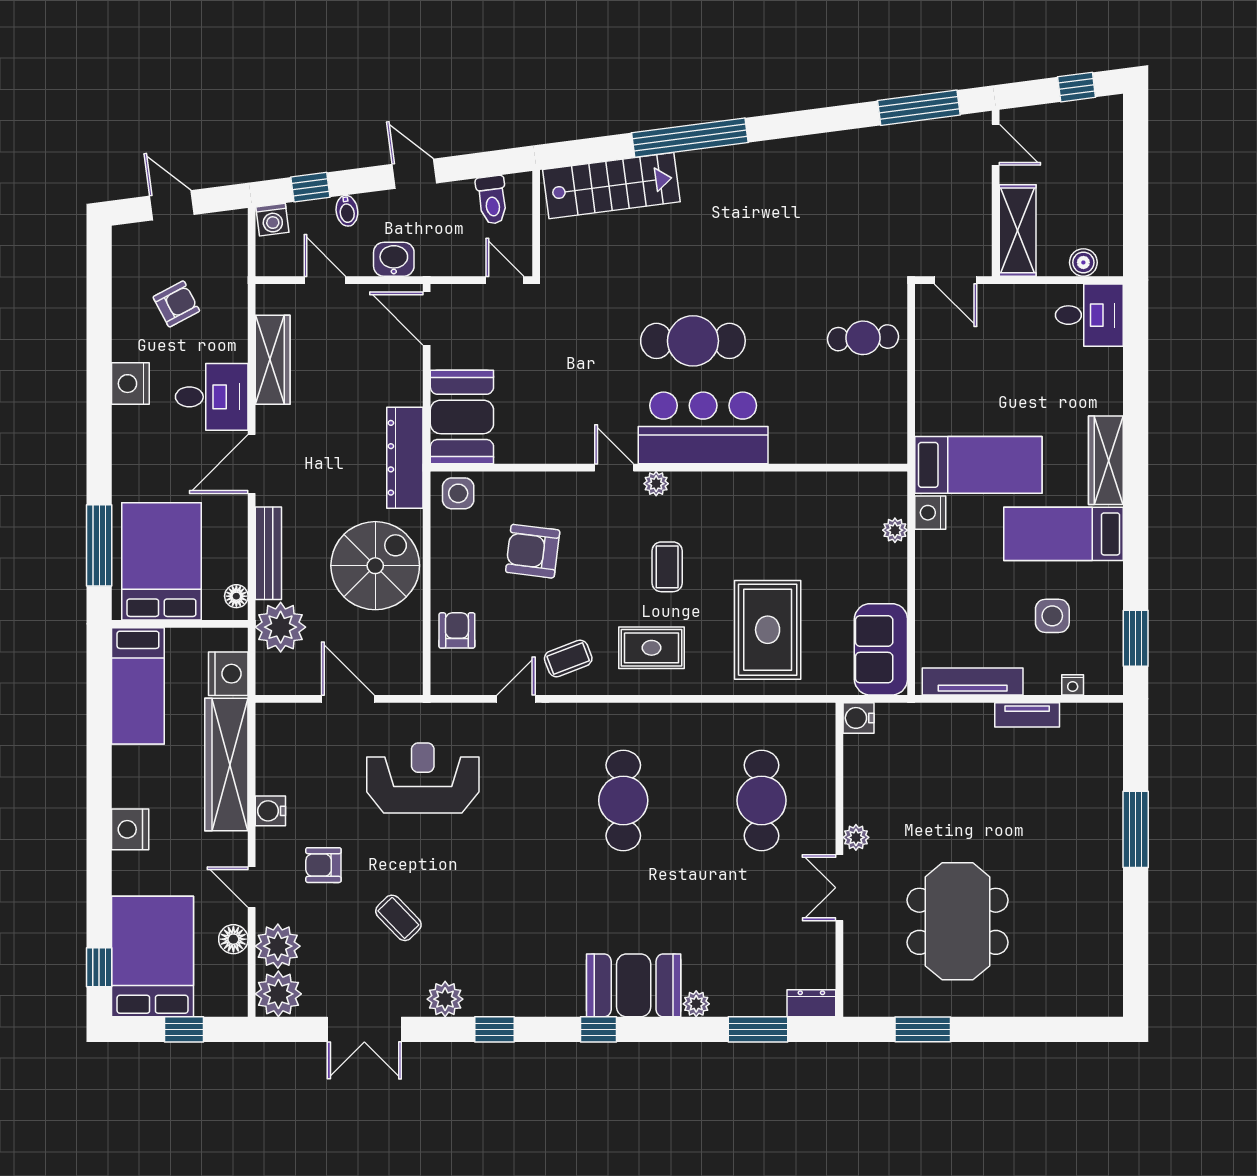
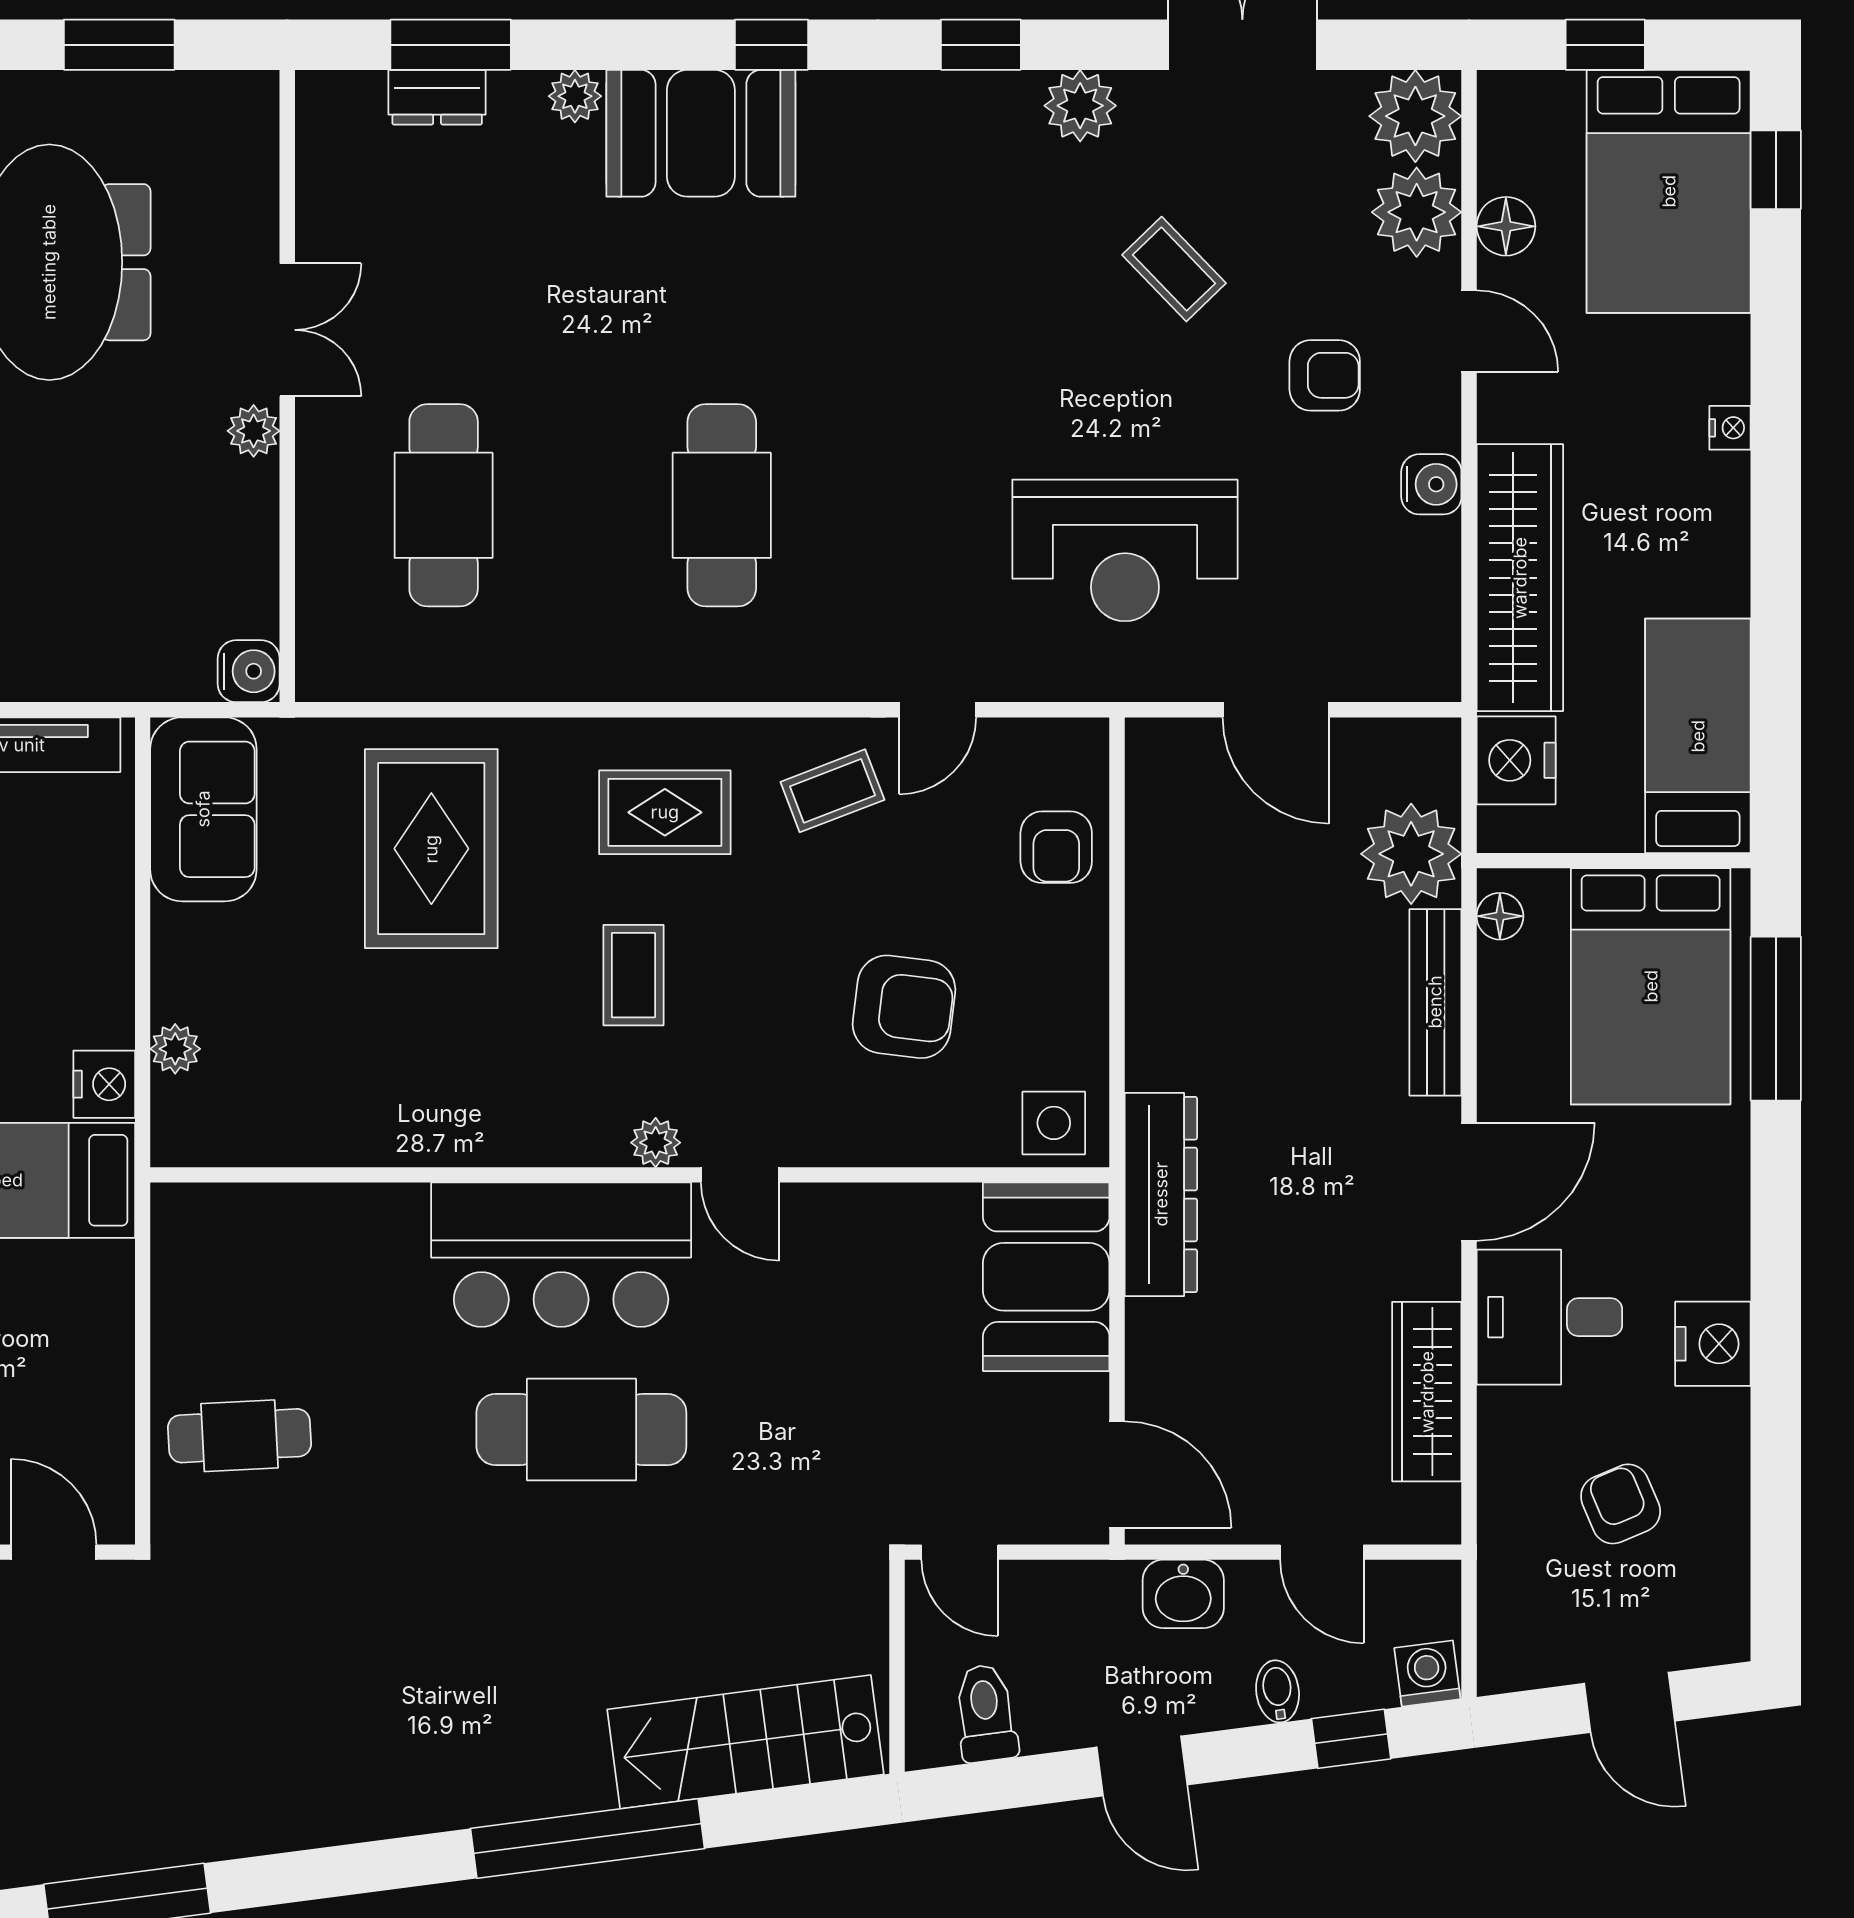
armchair: (176, 304) -> (1621, 1504), turned 95
spiral stairs: (375, 566) -> (1221, 977), removed
nightstand: (130, 829) -> (1730, 428), width x0.53, depth x0.56
dresser: (811, 1003) -> (437, 97), moved

